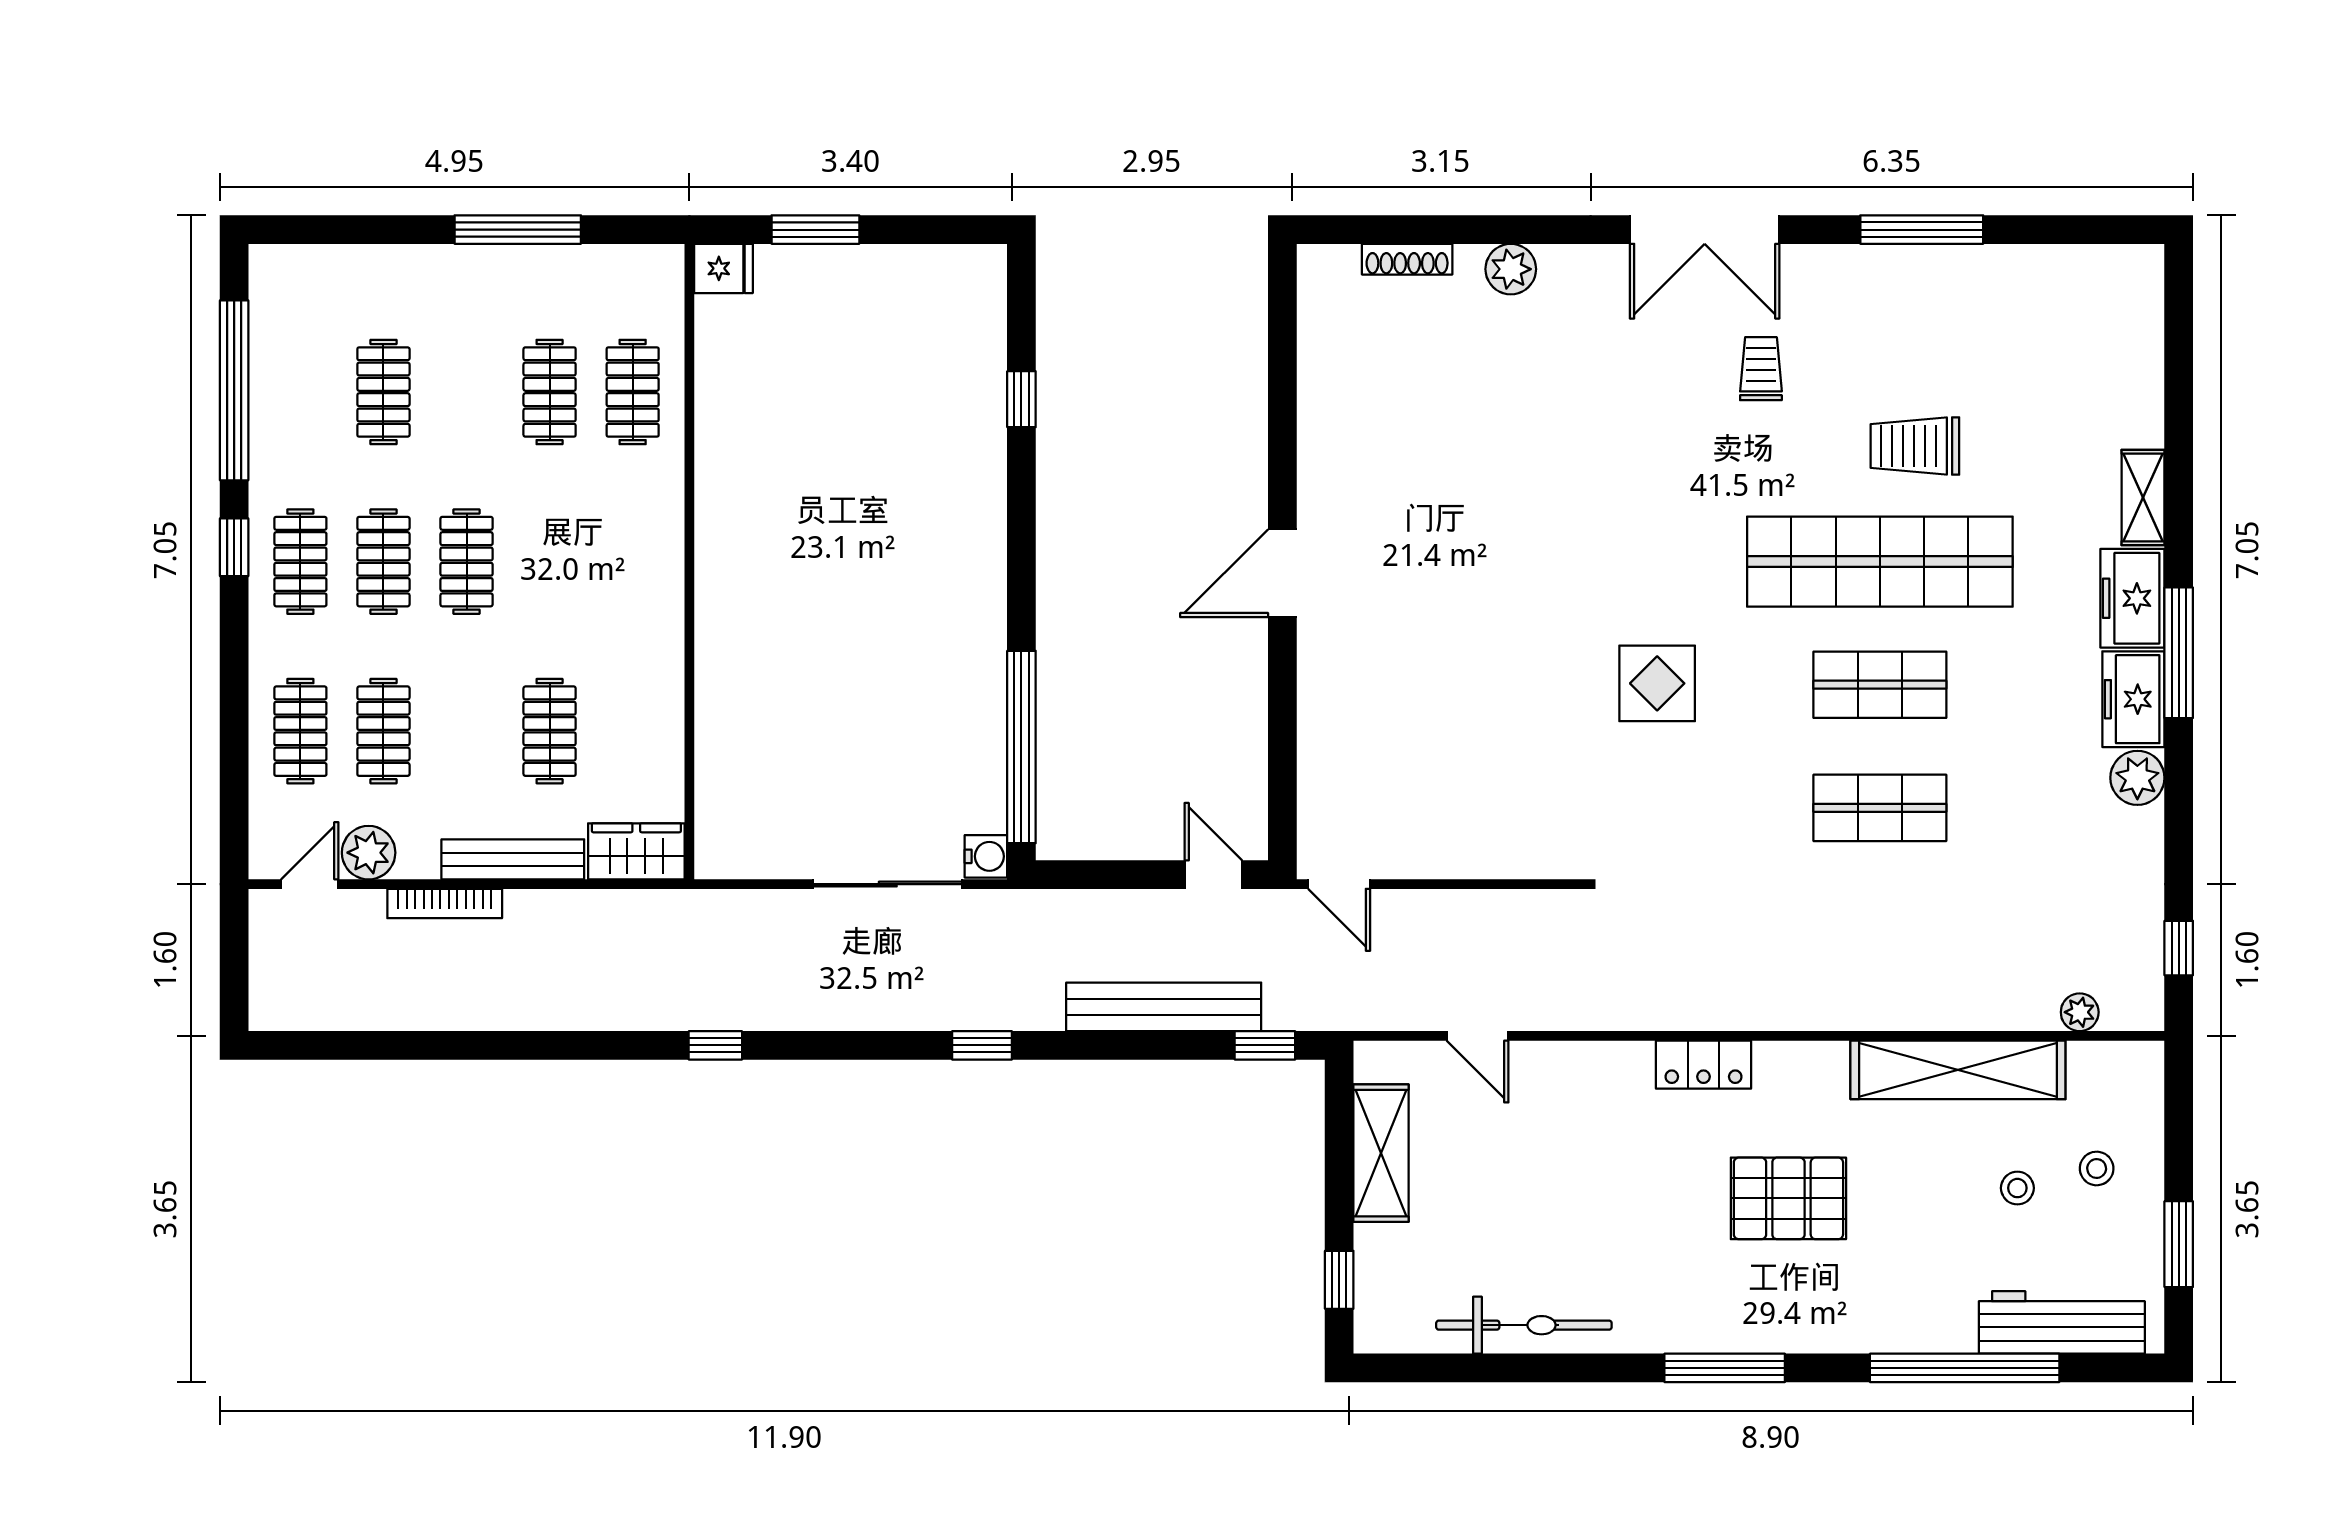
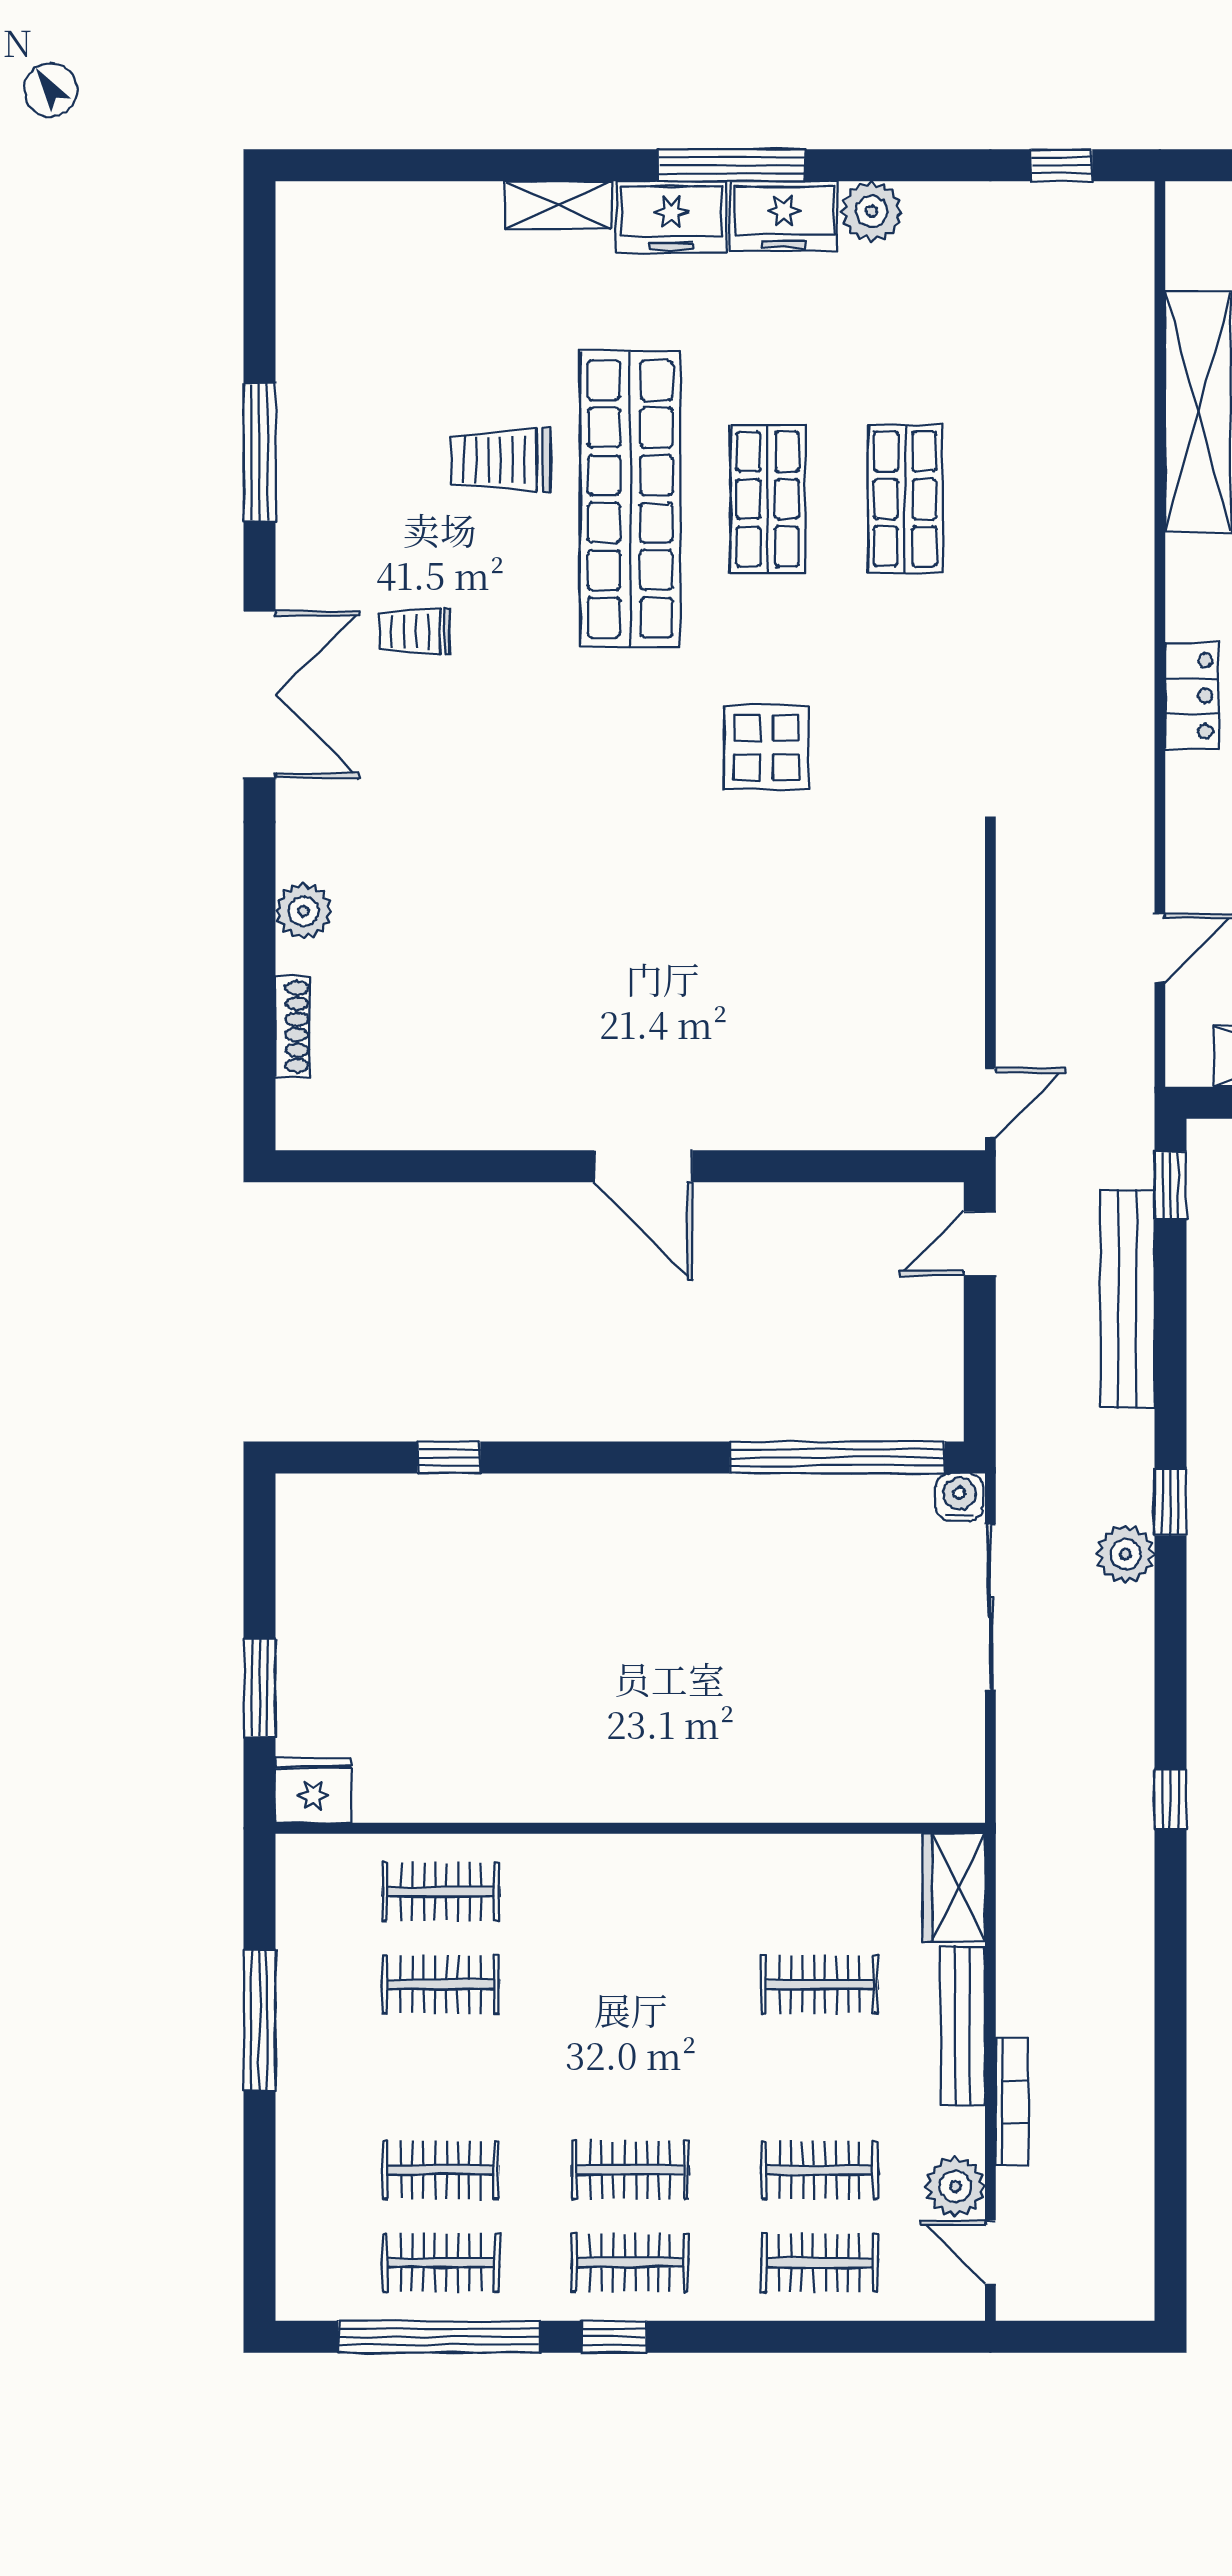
fridge: (724, 268) -> (313, 1790), width x1.38
trolley: (1915, 446) -> (501, 460), turned 90
clothes rail: (467, 562) -> (441, 2263), moved
plant: (2080, 1012) -> (1126, 1554), moved, width x1.38, depth x1.38

